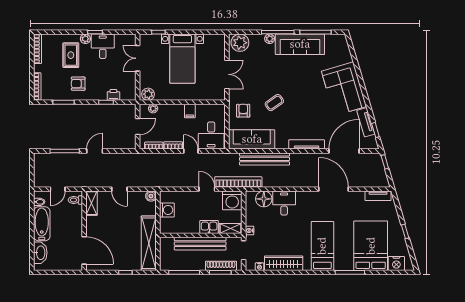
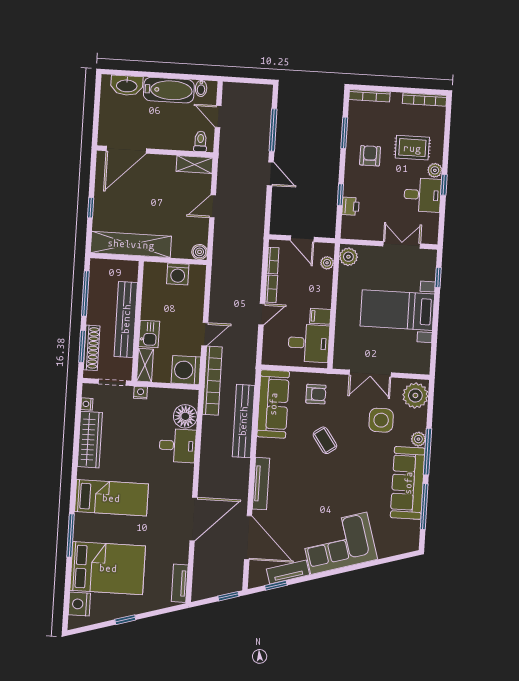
side table: (258, 65) -> (381, 420), added
desk: (211, 136) -> (309, 343), moved, turned 180

